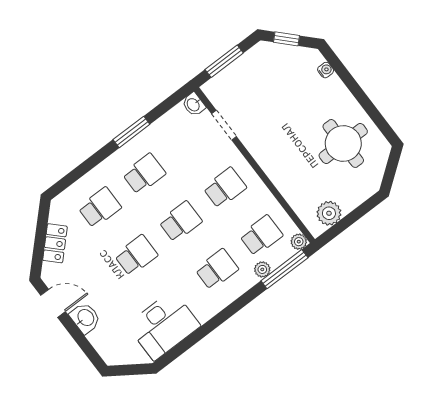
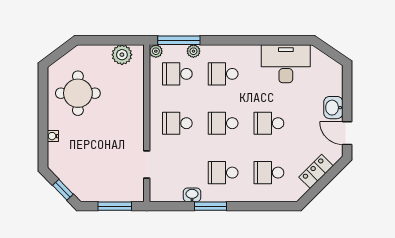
water cooler: (326, 70) -> (53, 136), moved
washbasin: (194, 104) -> (192, 195), moved, turned -90

